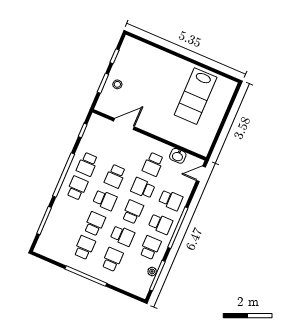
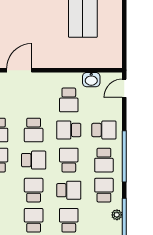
school desk: (160, 224) -> (104, 160), turned 90

